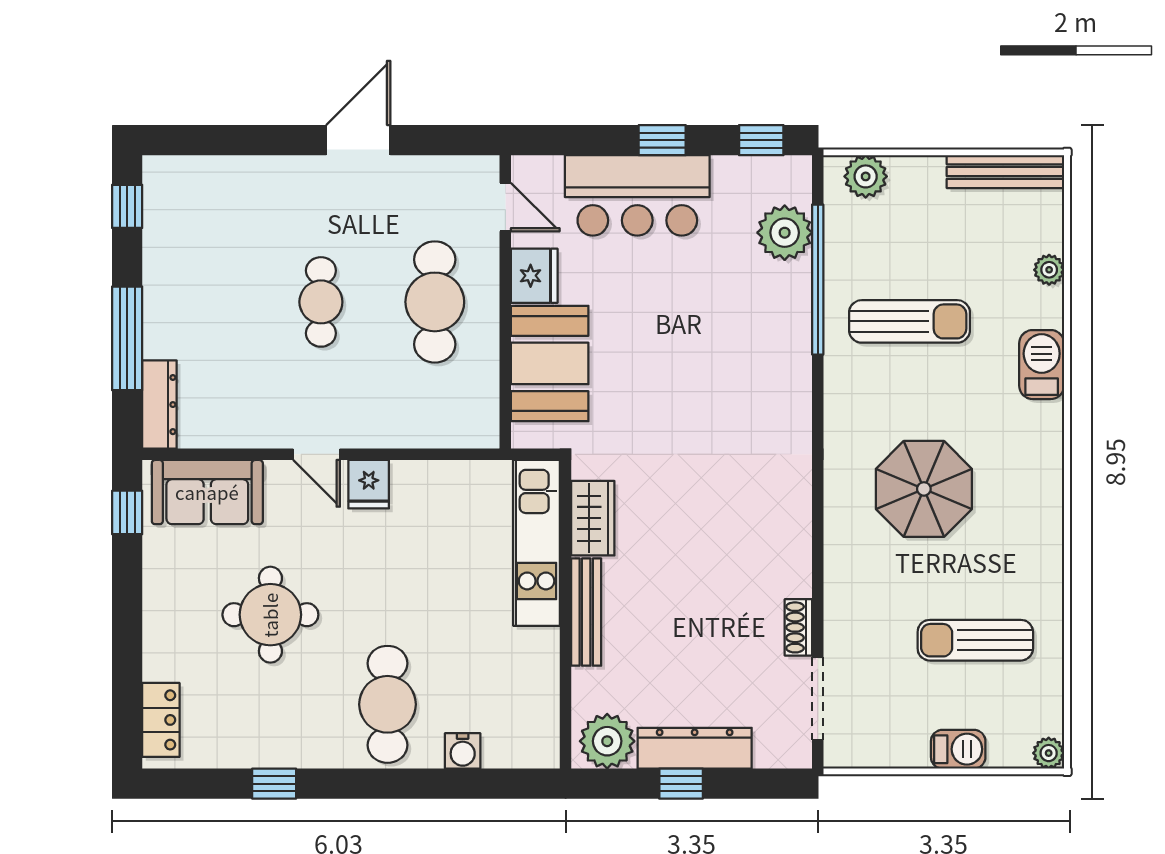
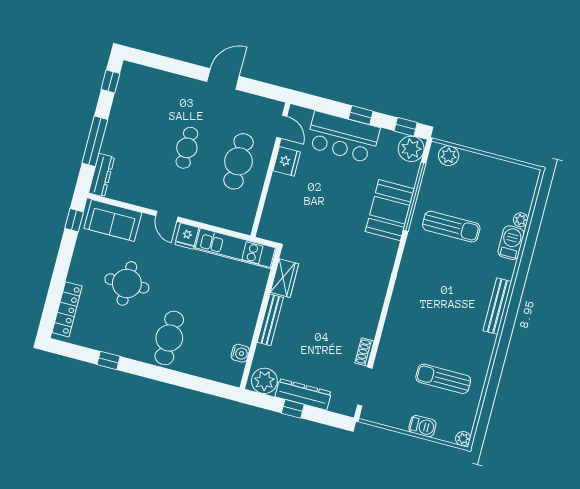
bench: (1005, 172) -> (497, 306), moved, turned 90
plant: (785, 233) -> (411, 149), moved
booth: (550, 363) -> (390, 210), moved
barbecue: (1042, 365) -> (511, 243), moved
parasol: (924, 489) -> (438, 304), removed
kitchen unit: (537, 543) -> (235, 248), moved, turned -90
locker: (161, 720) -> (67, 309), width x1.53
water cooler: (463, 751) -> (240, 353), moved, turned -90

